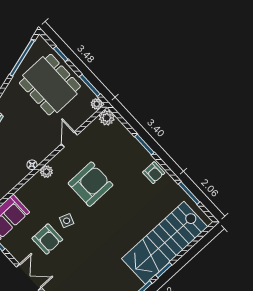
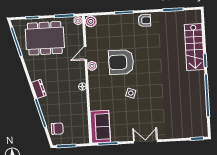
door: (69, 139) -> (85, 53), hinge flipped
plant: (46, 172) -> (92, 66), moved
armchair: (91, 184) -> (121, 62), turned -90
armchair: (47, 239) -> (132, 113), removed
stairs: (165, 243) -> (194, 47), width x0.73, depth x0.66

